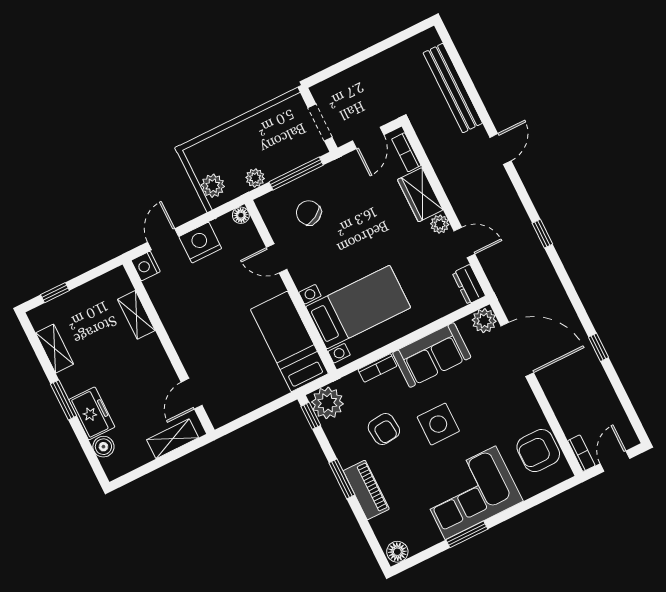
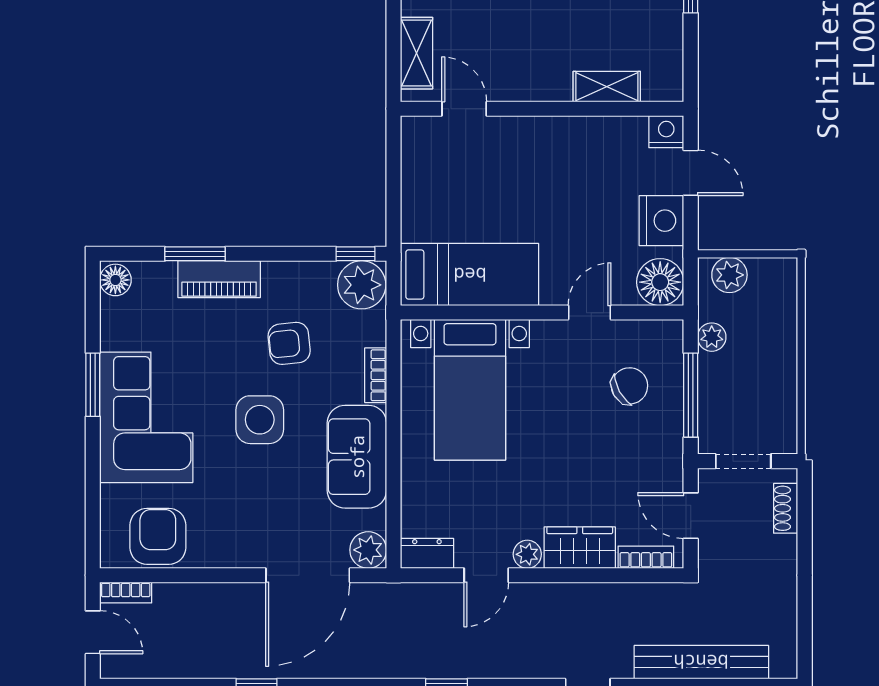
shoe rack: (336, 83) -> (786, 508), added
floor lamp: (241, 215) -> (660, 282), width x1.89, depth x1.89
window: (342, 479) -> (195, 254), moved

